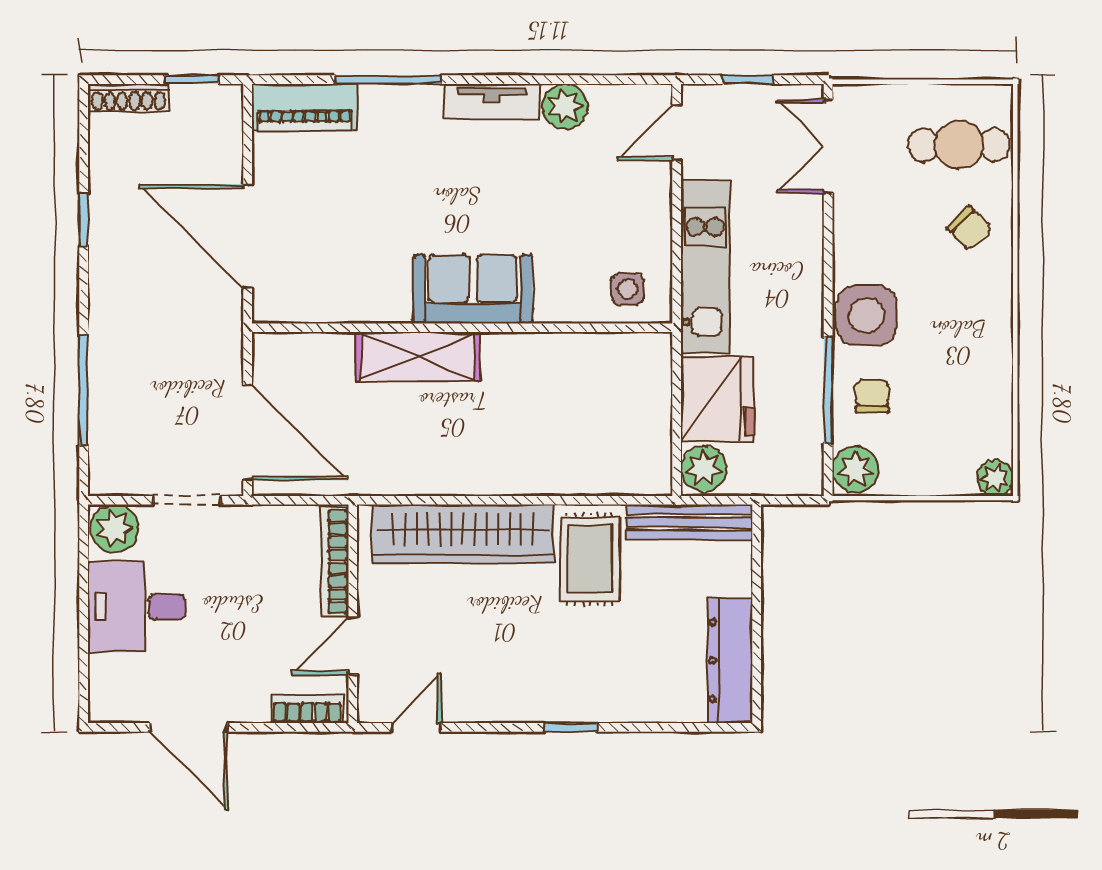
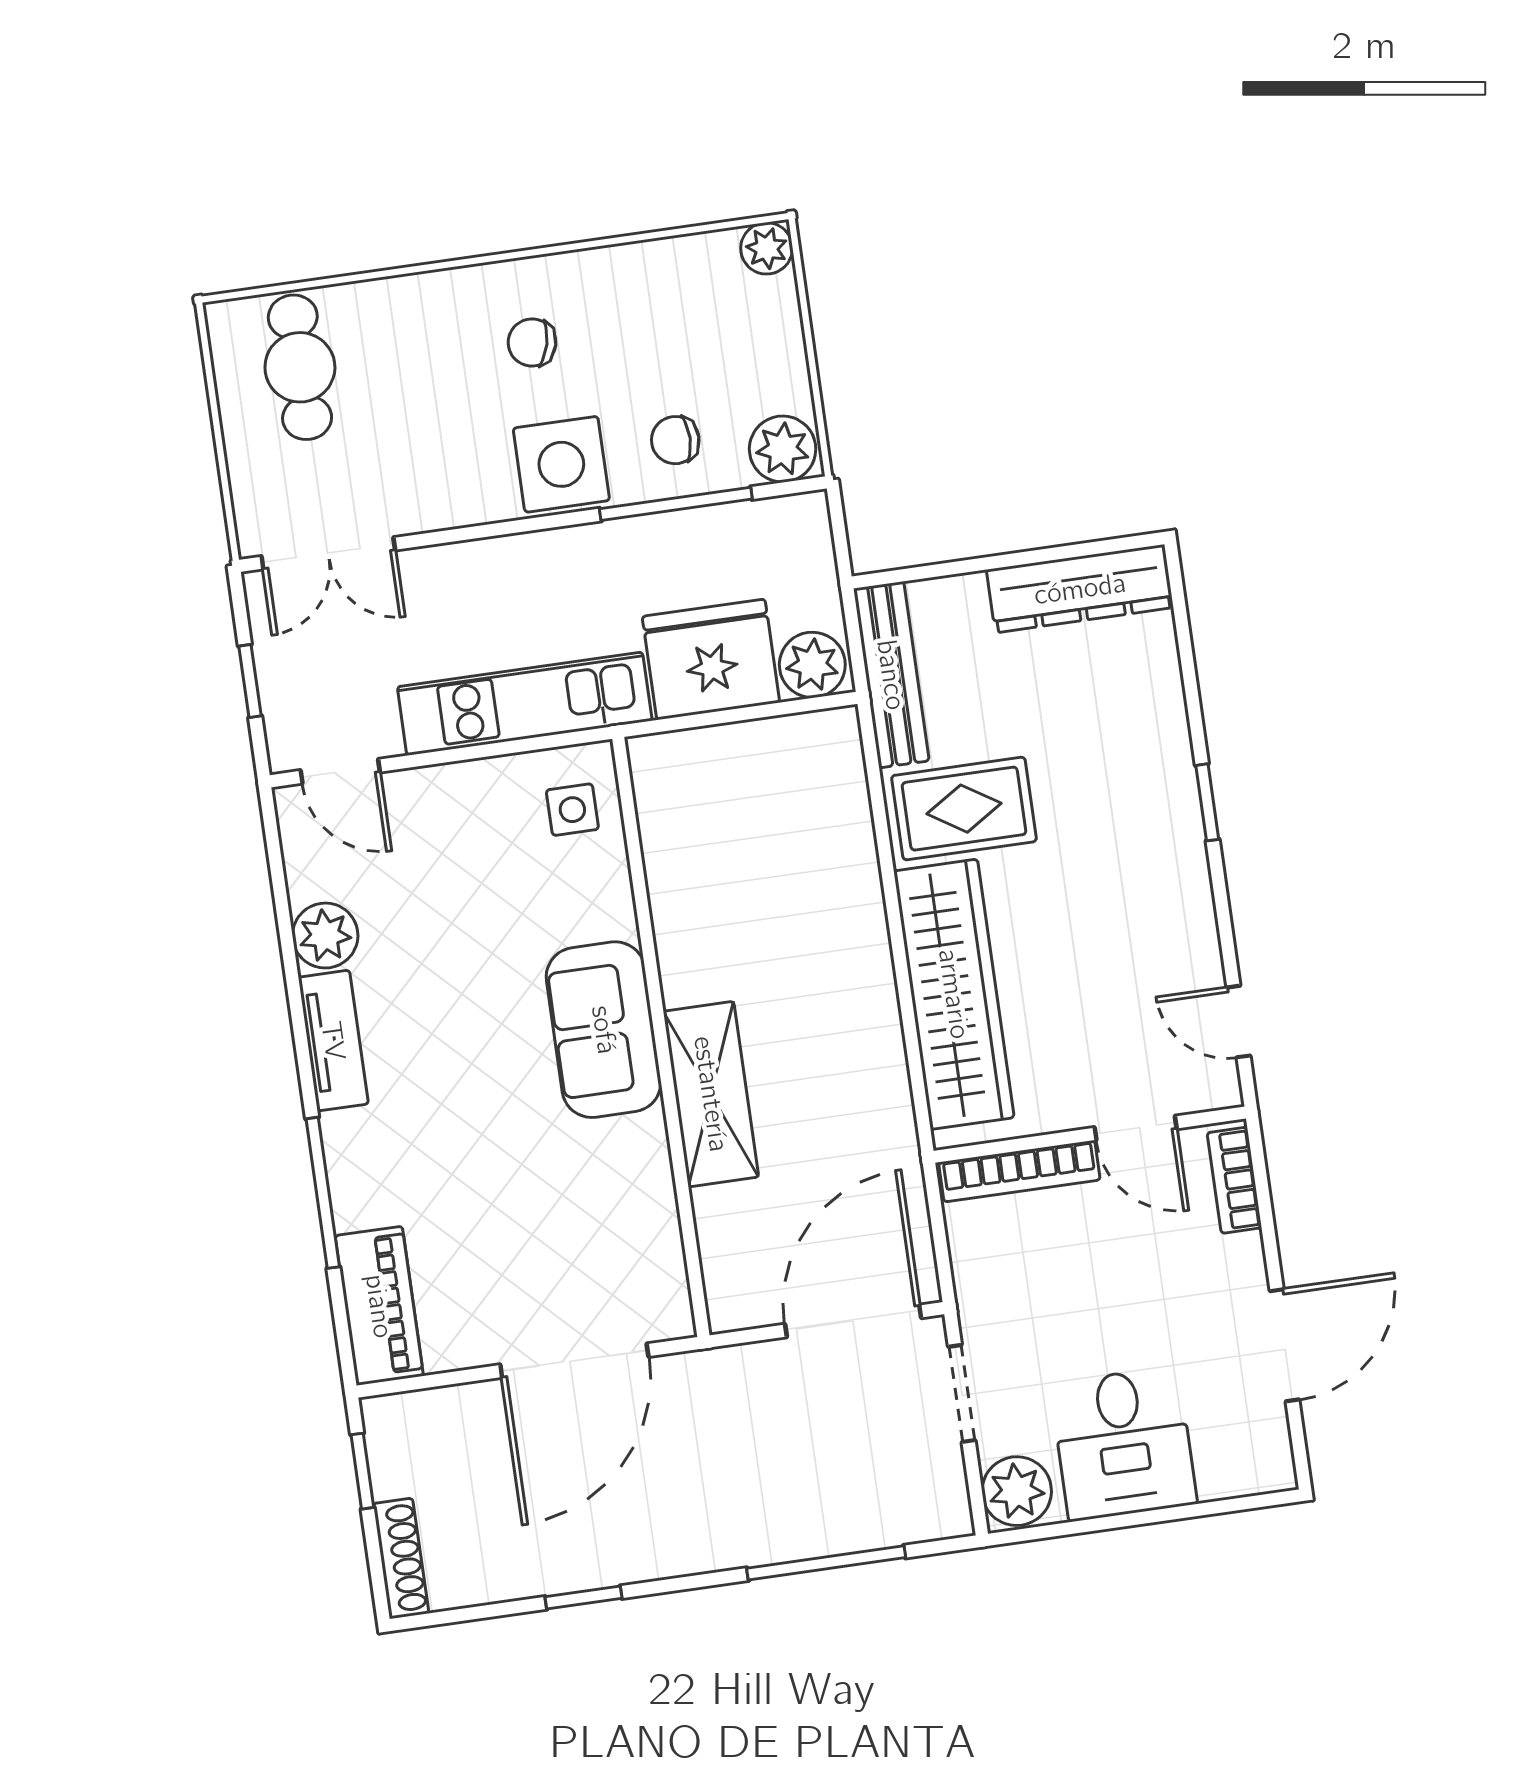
chair: (970, 228) -> (532, 343), moved, turned -121

